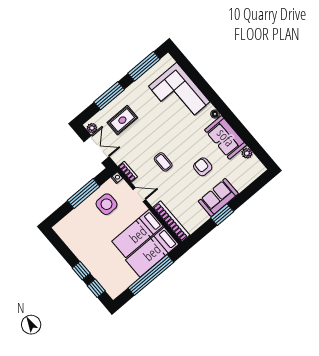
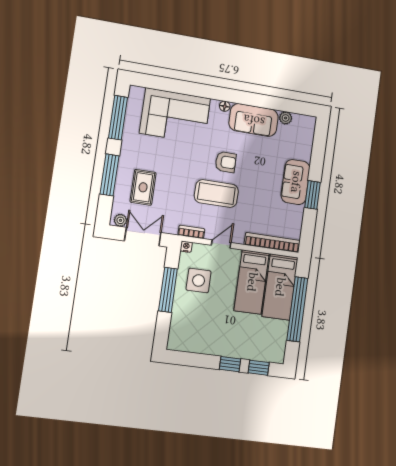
coffee table: (163, 162) -> (216, 194), width x1.86, depth x1.72
armchair: (203, 167) -> (226, 162), moved, turned 180

